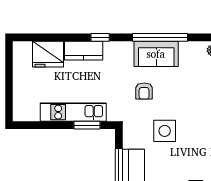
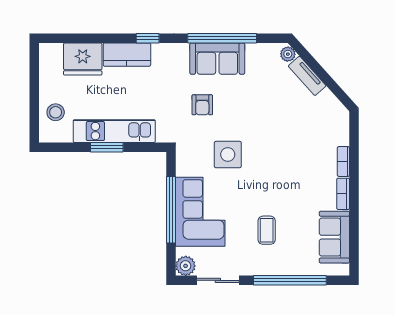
stool: (26, 97) -> (56, 112), added
window: (87, 125) -> (107, 147), moved

